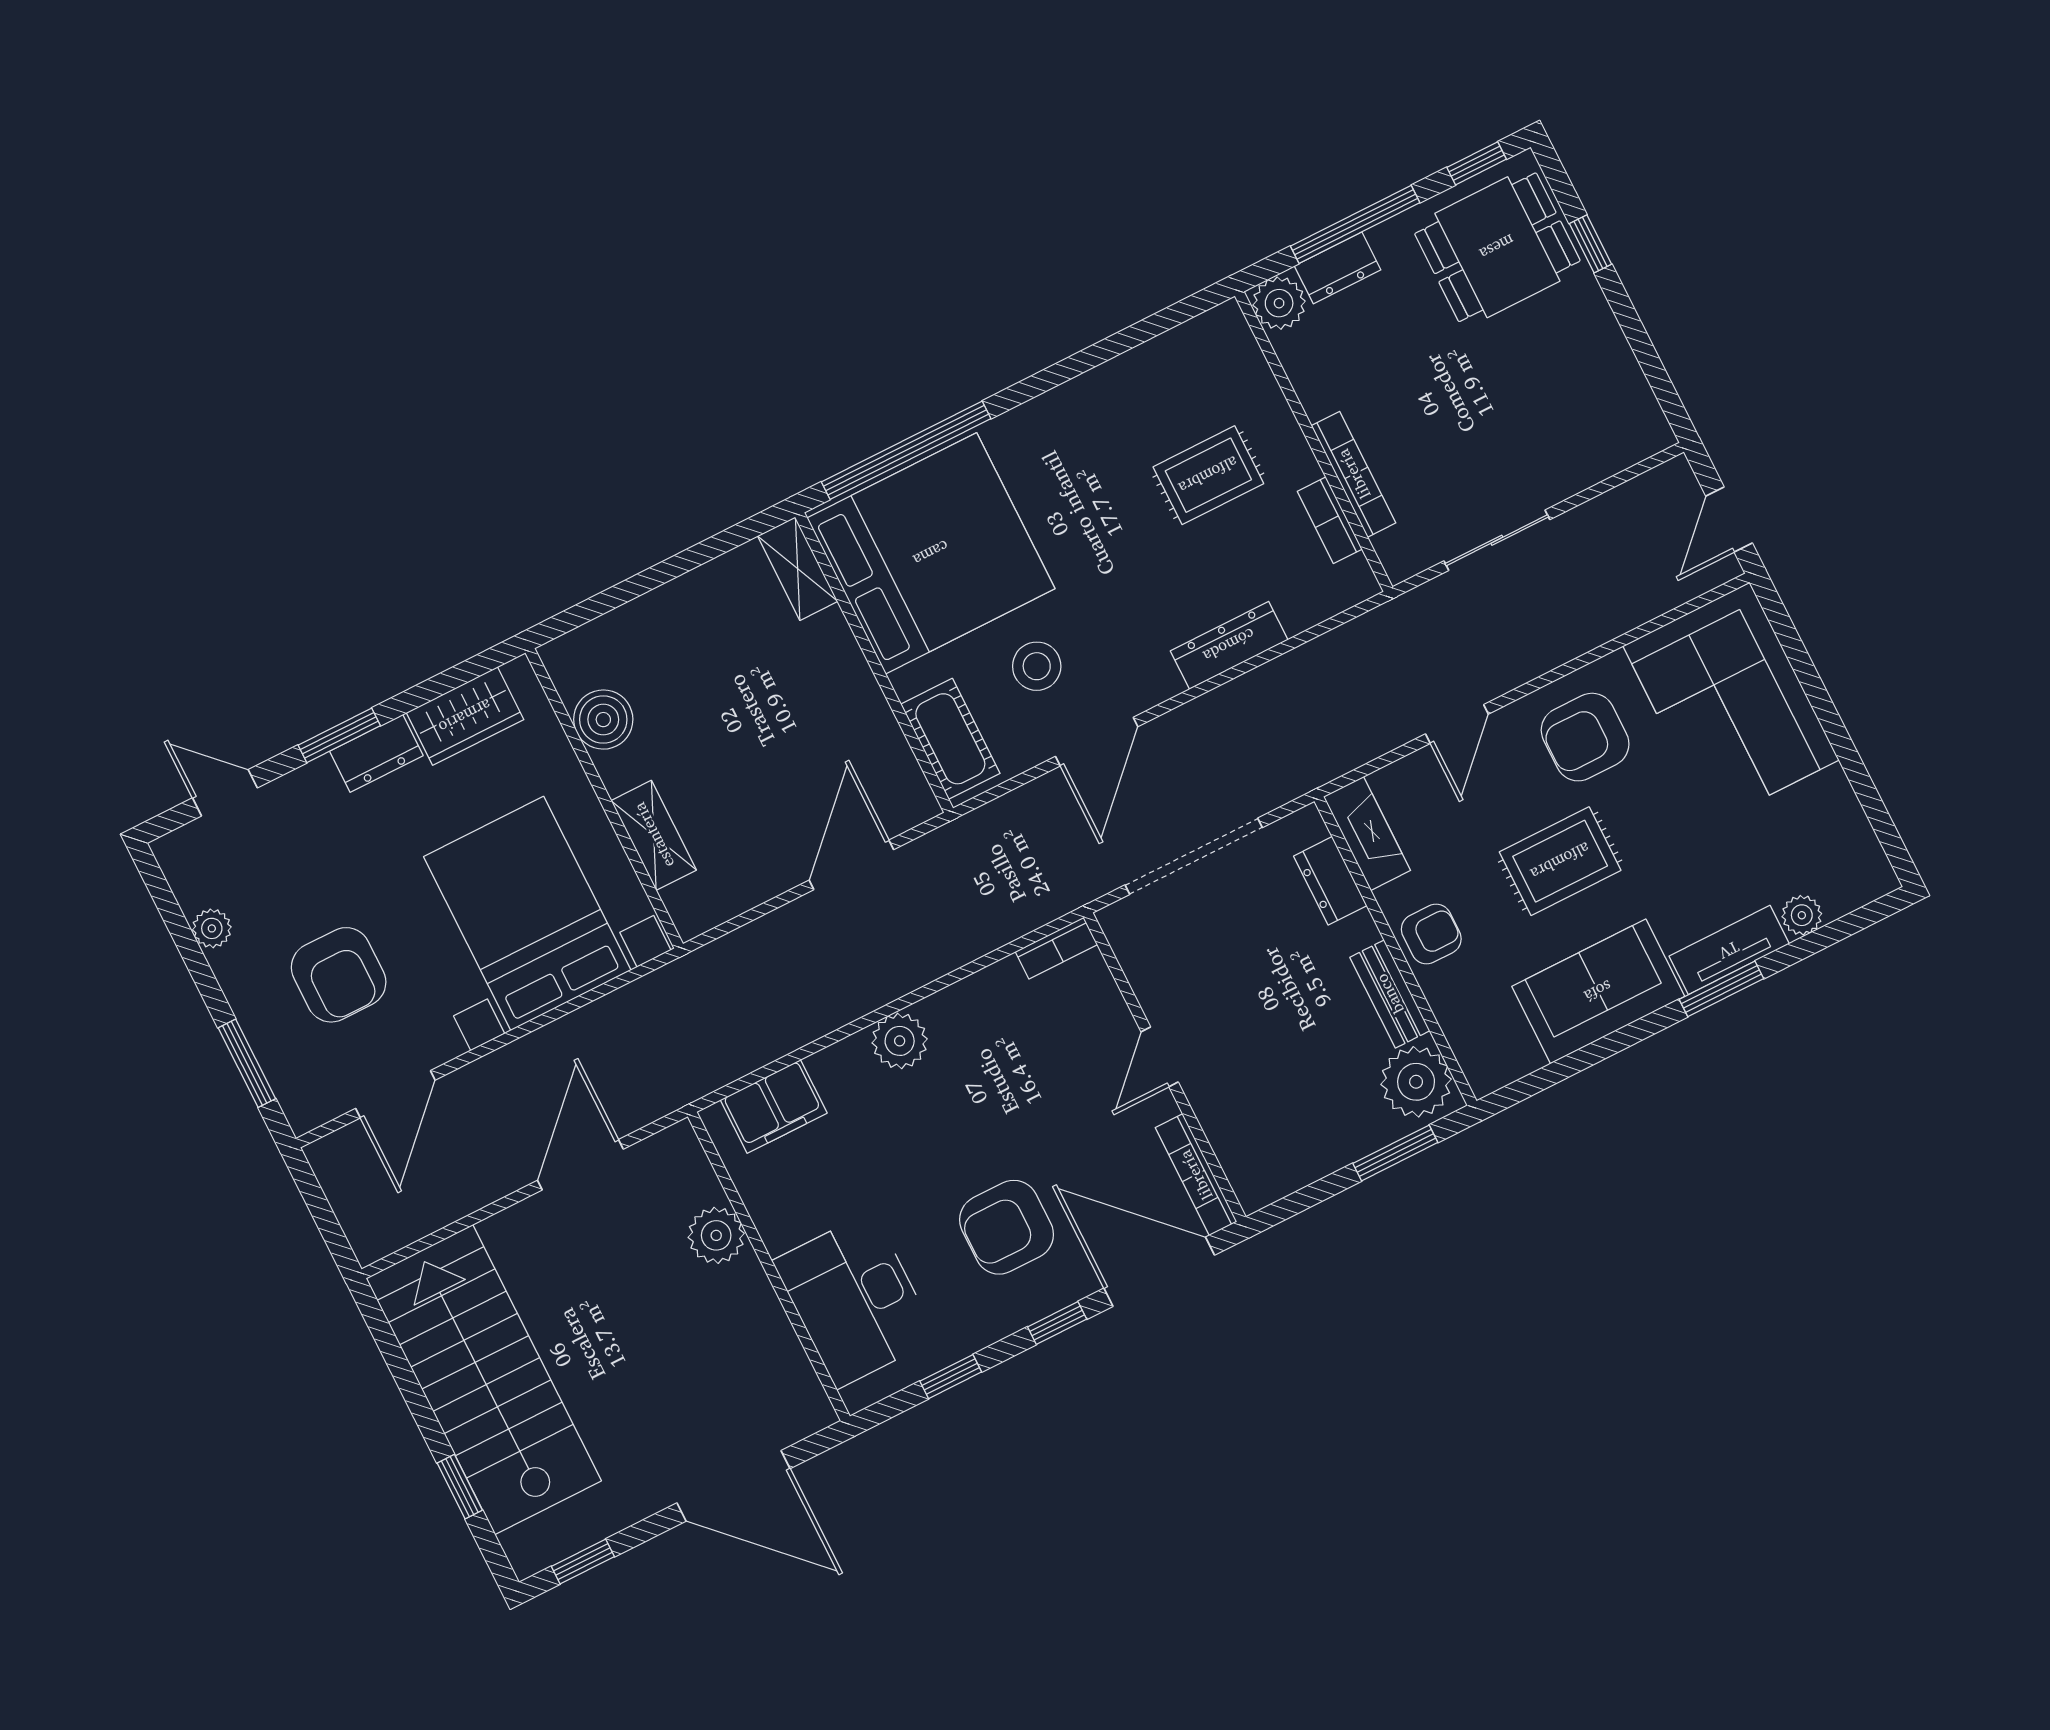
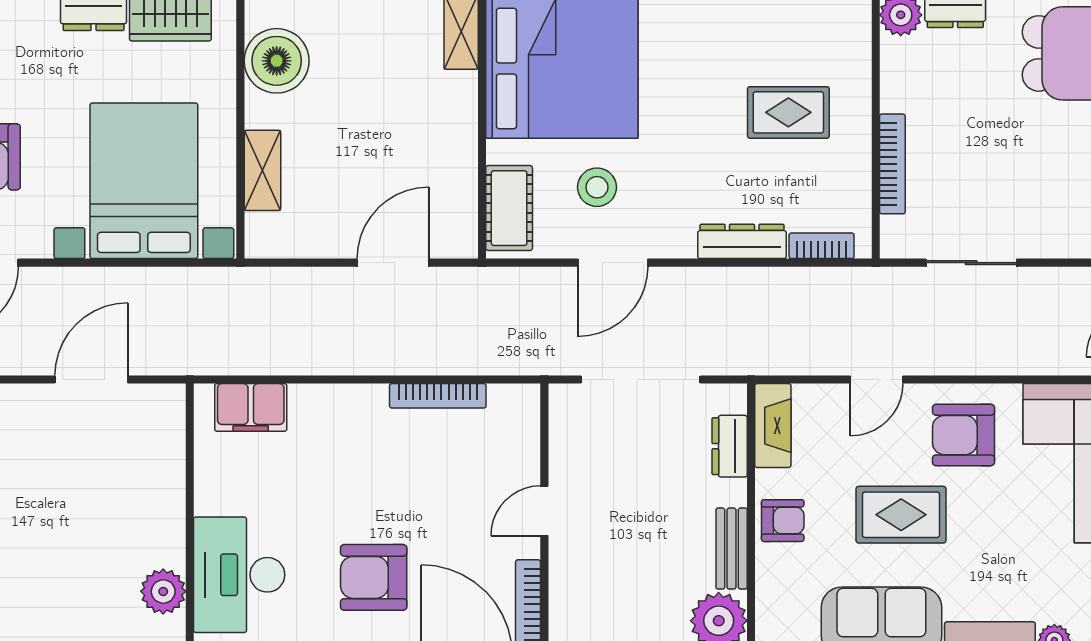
bookcase: (1330, 520) -> (822, 246), moved, turned 90
boiler: (603, 720) -> (277, 61), width x1.37, depth x1.37
bookcase: (1056, 948) -> (438, 396), moved, width x1.56
plant: (900, 1041) -> (364, 406), removed
plant: (716, 1235) -> (163, 591), moved

